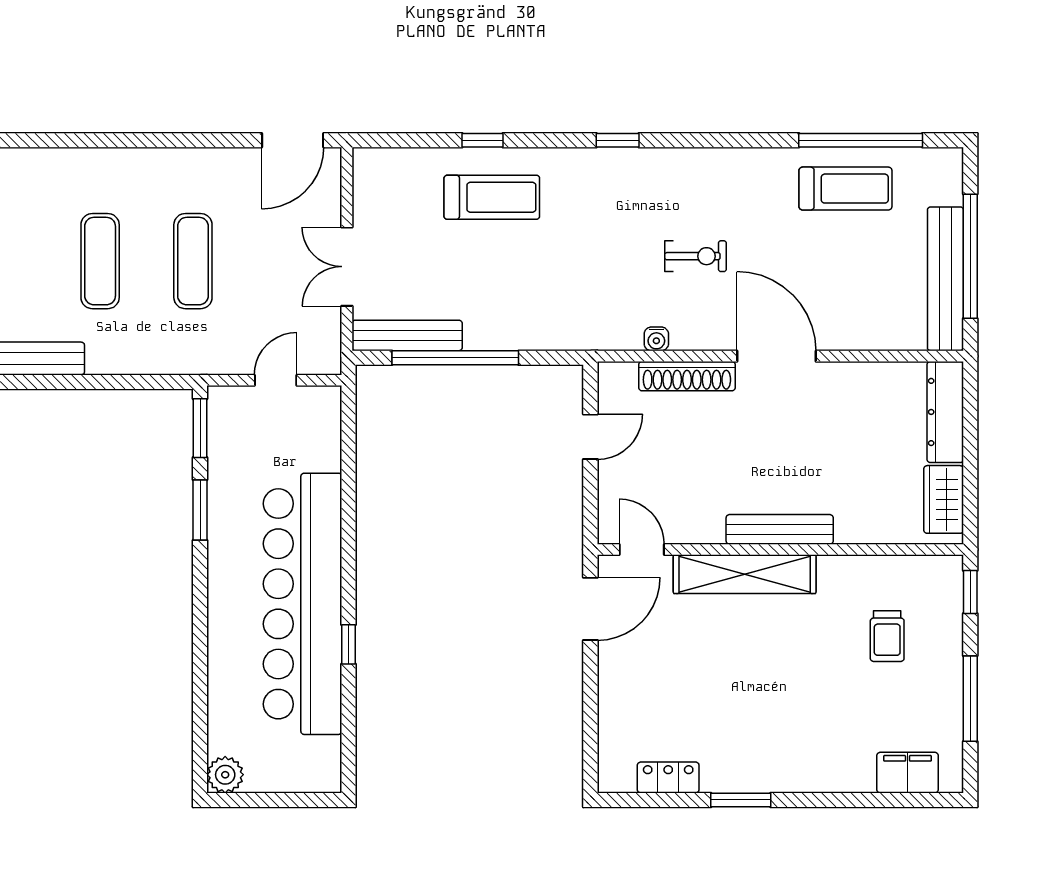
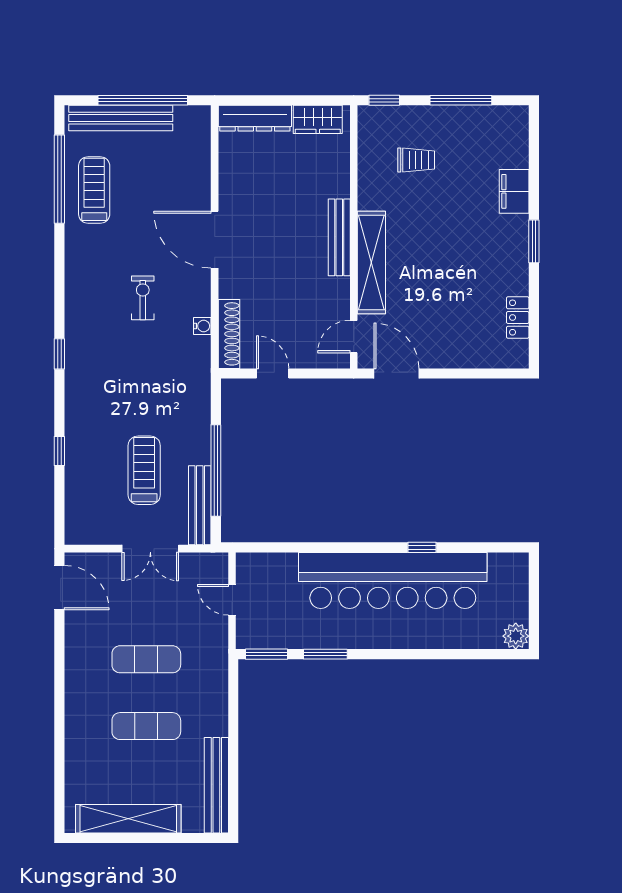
treadmill: (492, 197) -> (144, 470), moved
bench: (945, 279) -> (121, 118), moved
door: (776, 356) -> (215, 240), hinge flipped
shoe rack: (687, 376) -> (229, 334), moved
filing cabinet: (908, 773) -> (514, 191), moved
window: (741, 800) -> (534, 241), moved

